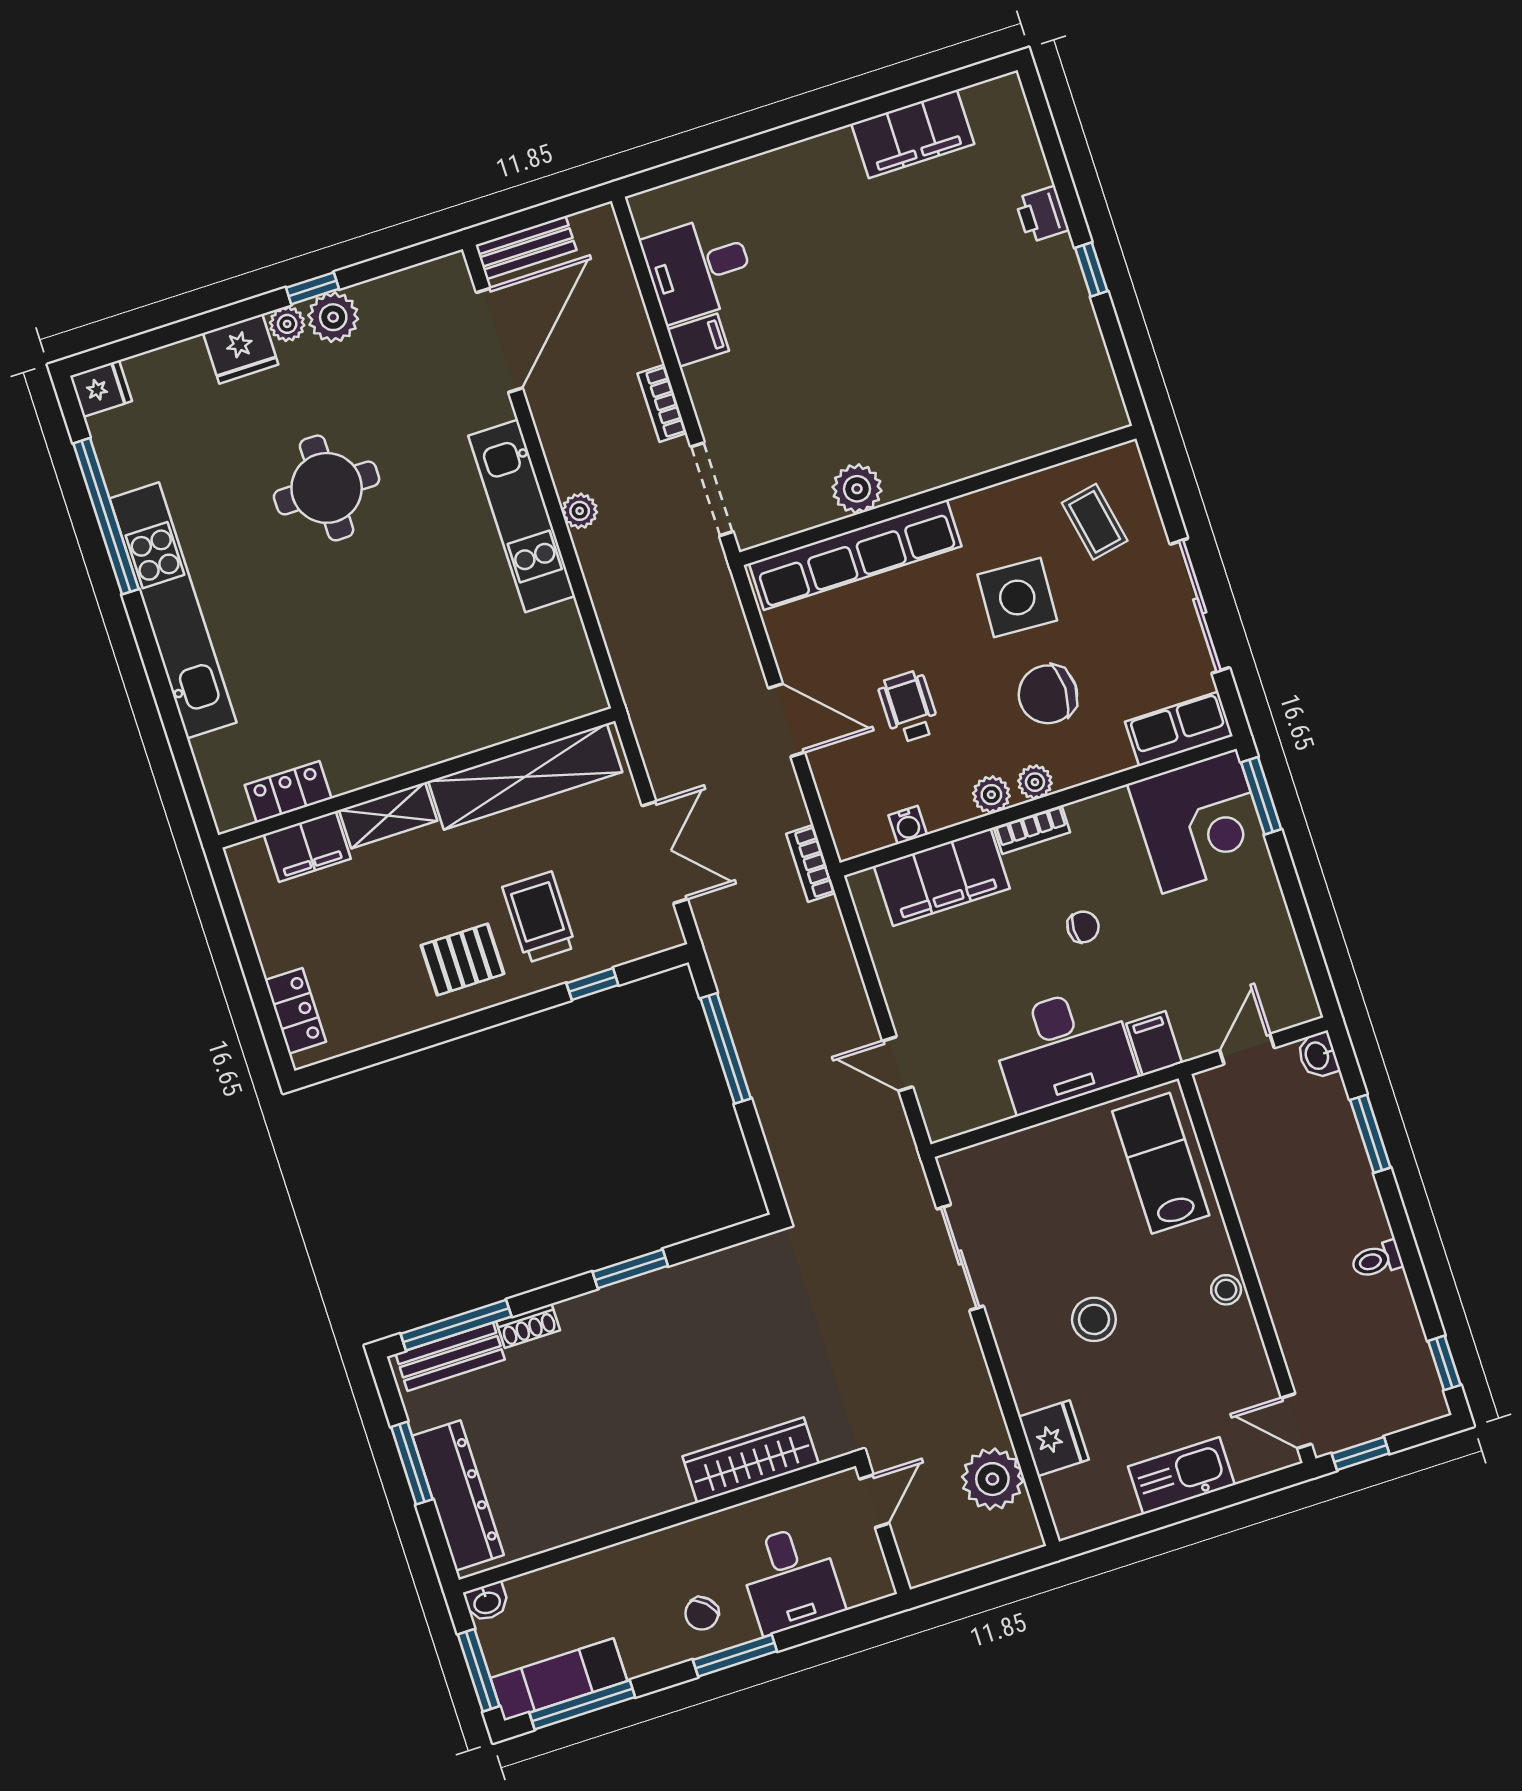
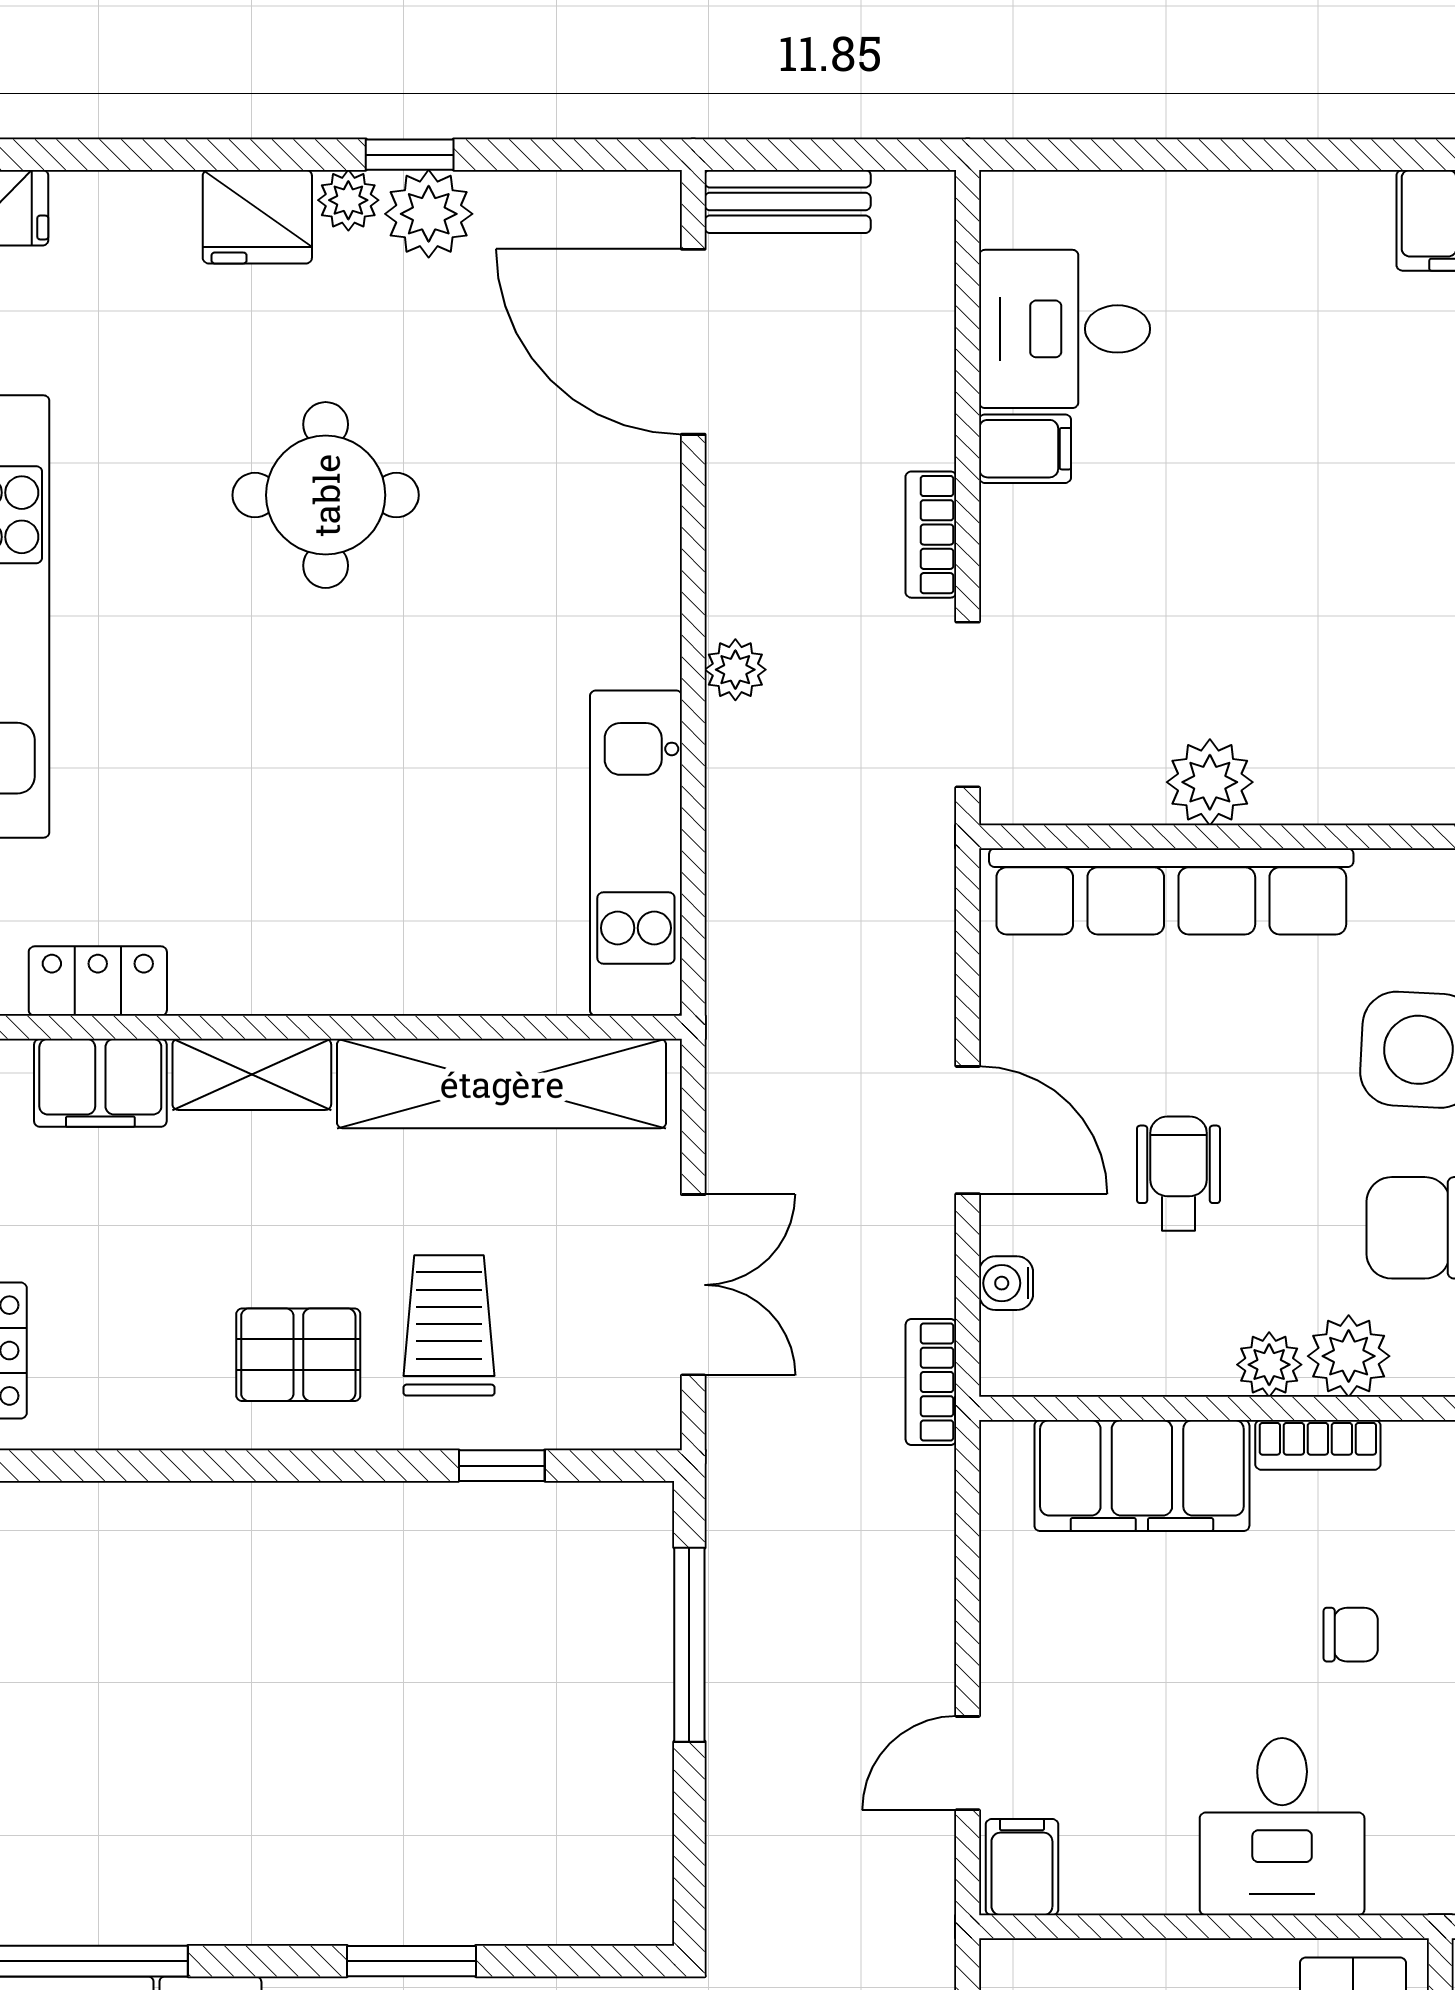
door: (499, 340) -> (693, 342), swing flipped
kitchen unit: (522, 516) -> (636, 853), moved
plant: (1035, 782) -> (1349, 1356), width x1.38, depth x1.38
water cooler: (908, 825) -> (1006, 1283), moved, turned 90
filing cabinet: (1154, 1043) -> (1022, 1867), moved
desk: (1063, 1049) -> (1282, 1827), width x0.73
door: (898, 1064) -> (968, 1763), hinge flipped

